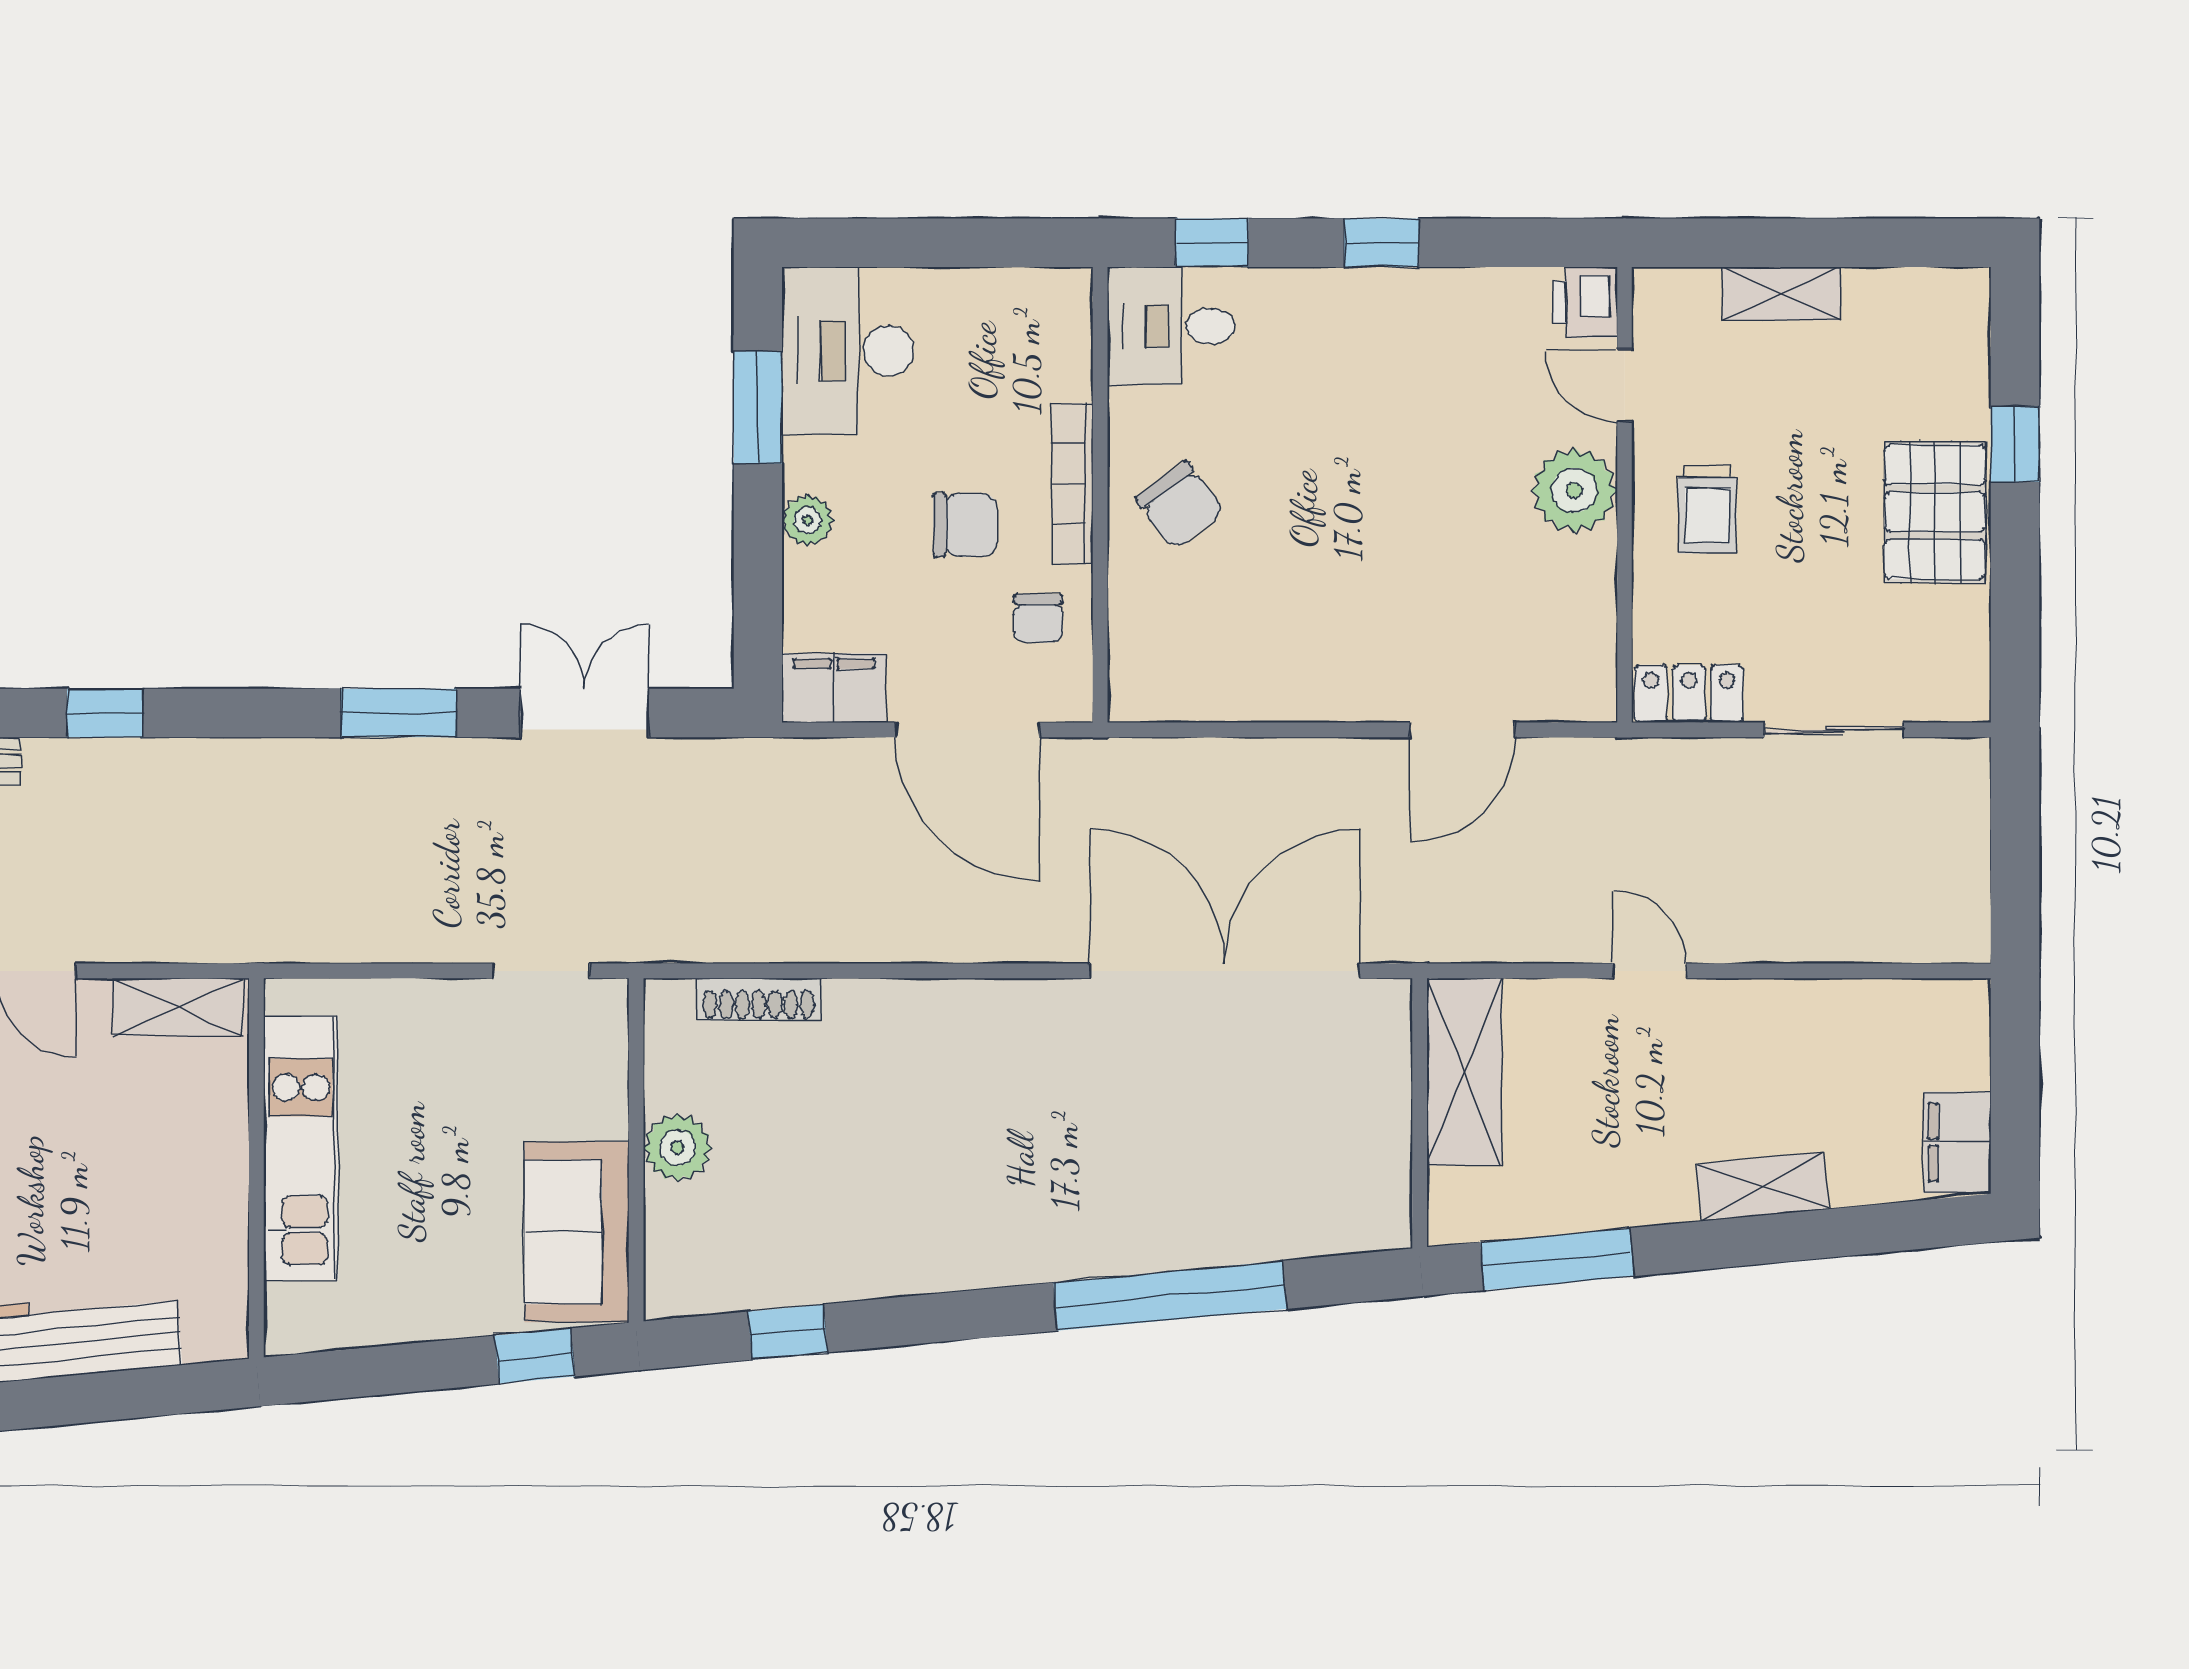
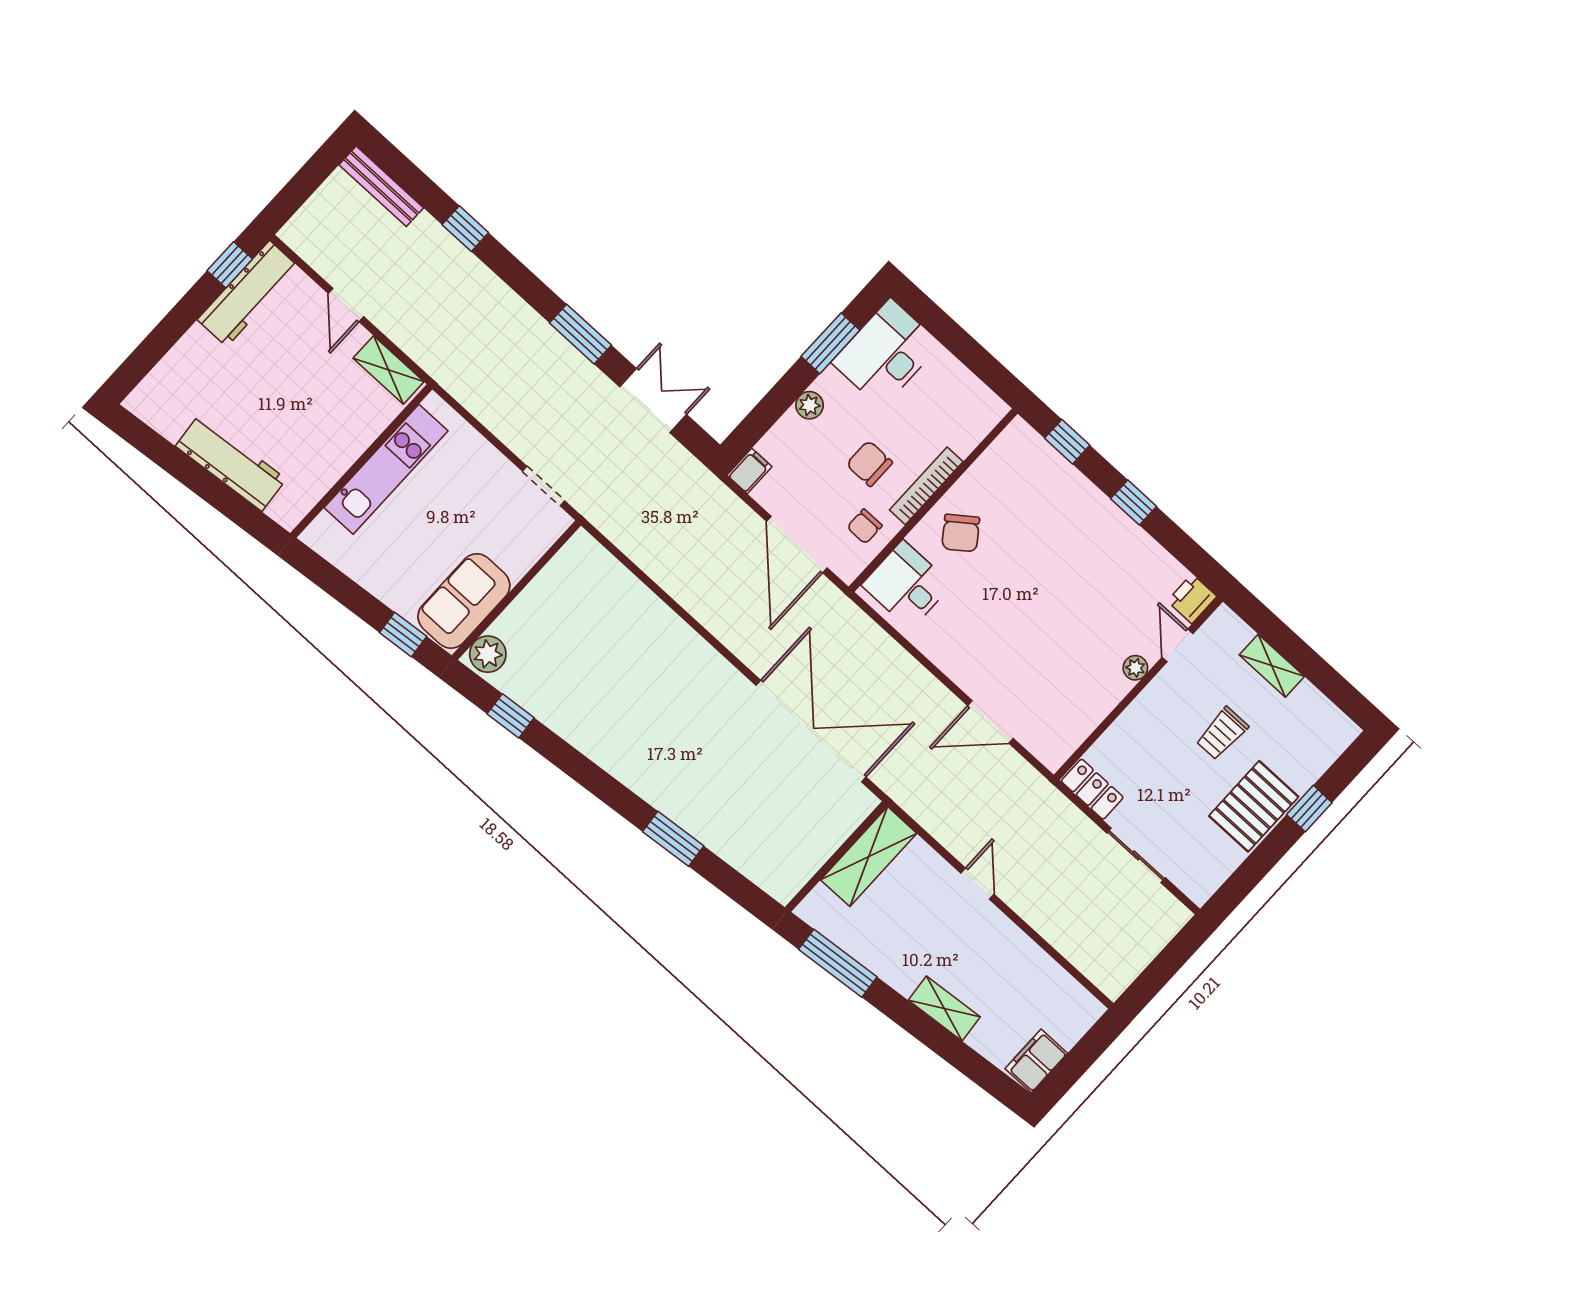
desk: (1171, 326) -> (907, 585), moved
plant: (1574, 490) -> (1135, 668), width x0.53, depth x0.53
trolley: (1707, 509) -> (1222, 733), moved
chair: (965, 525) -> (869, 463), turned 180
filing cabinet: (834, 688) -> (749, 471), width x0.50
shoe rack: (759, 999) -> (619, 575), removed
plant: (678, 1148) -> (488, 654), moved
window: (1170, 1296) -> (673, 839), width x0.47

